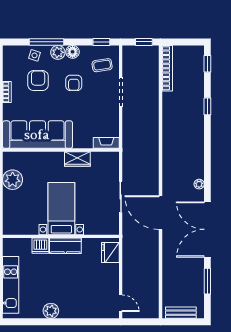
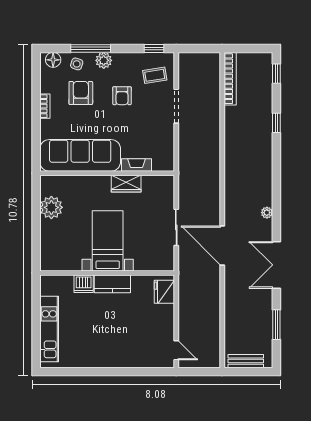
window: (144, 42) -> (203, 48), removed
floor lamp: (73, 52) -> (53, 60), moved
fireplace: (106, 143) -> (136, 165), moved
double door: (207, 229) -> (276, 265), width x0.73
plant: (51, 311) -> (96, 359), removed

